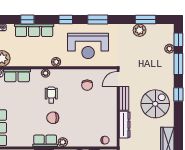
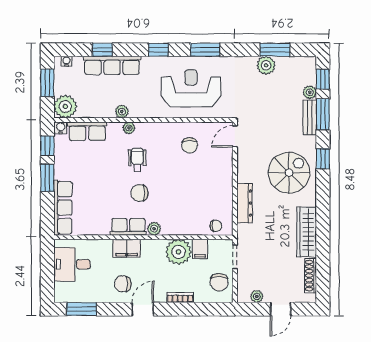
reception desk: (88, 46) -> (191, 88), turned 180
plant: (56, 62) -> (122, 112), moved
bench: (124, 98) -> (310, 118), moved

